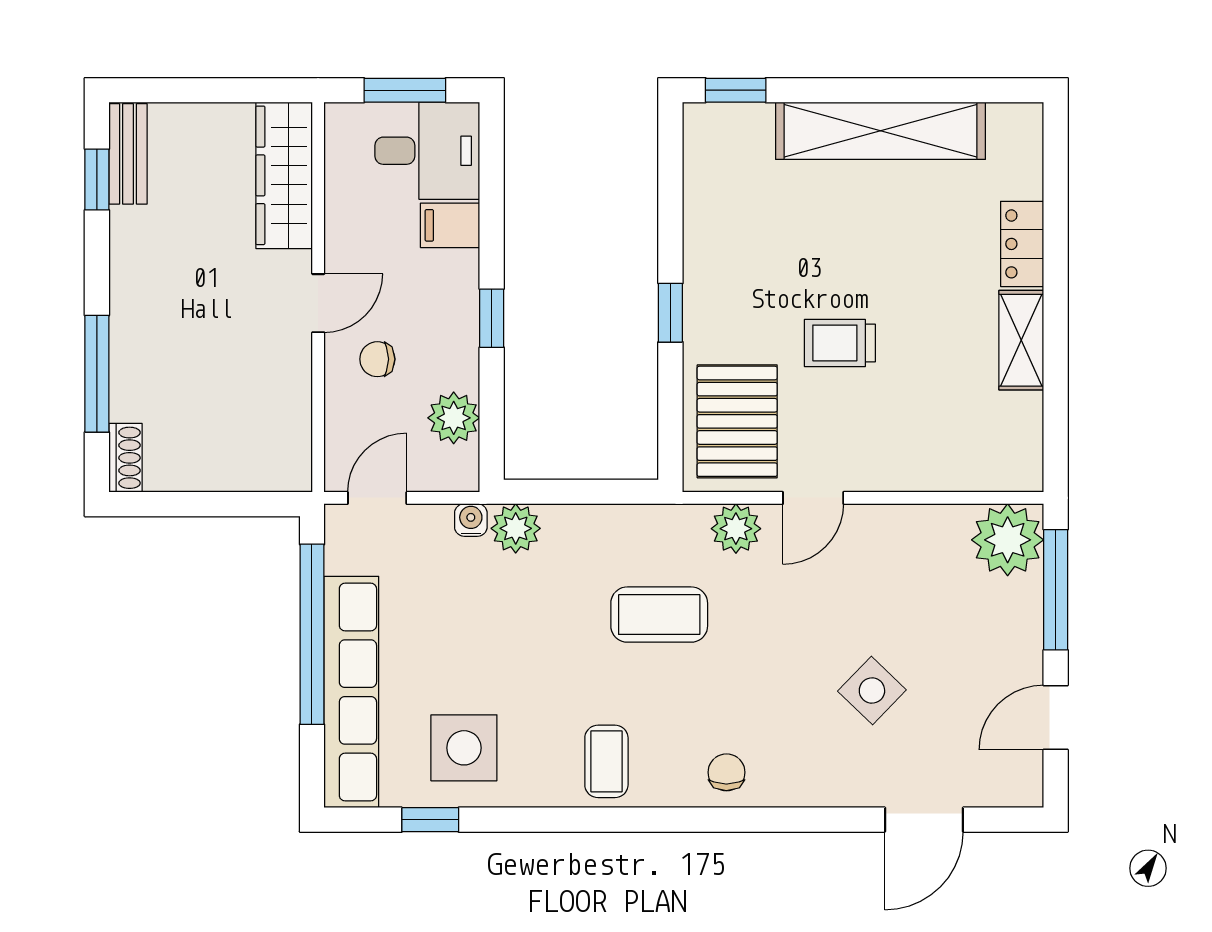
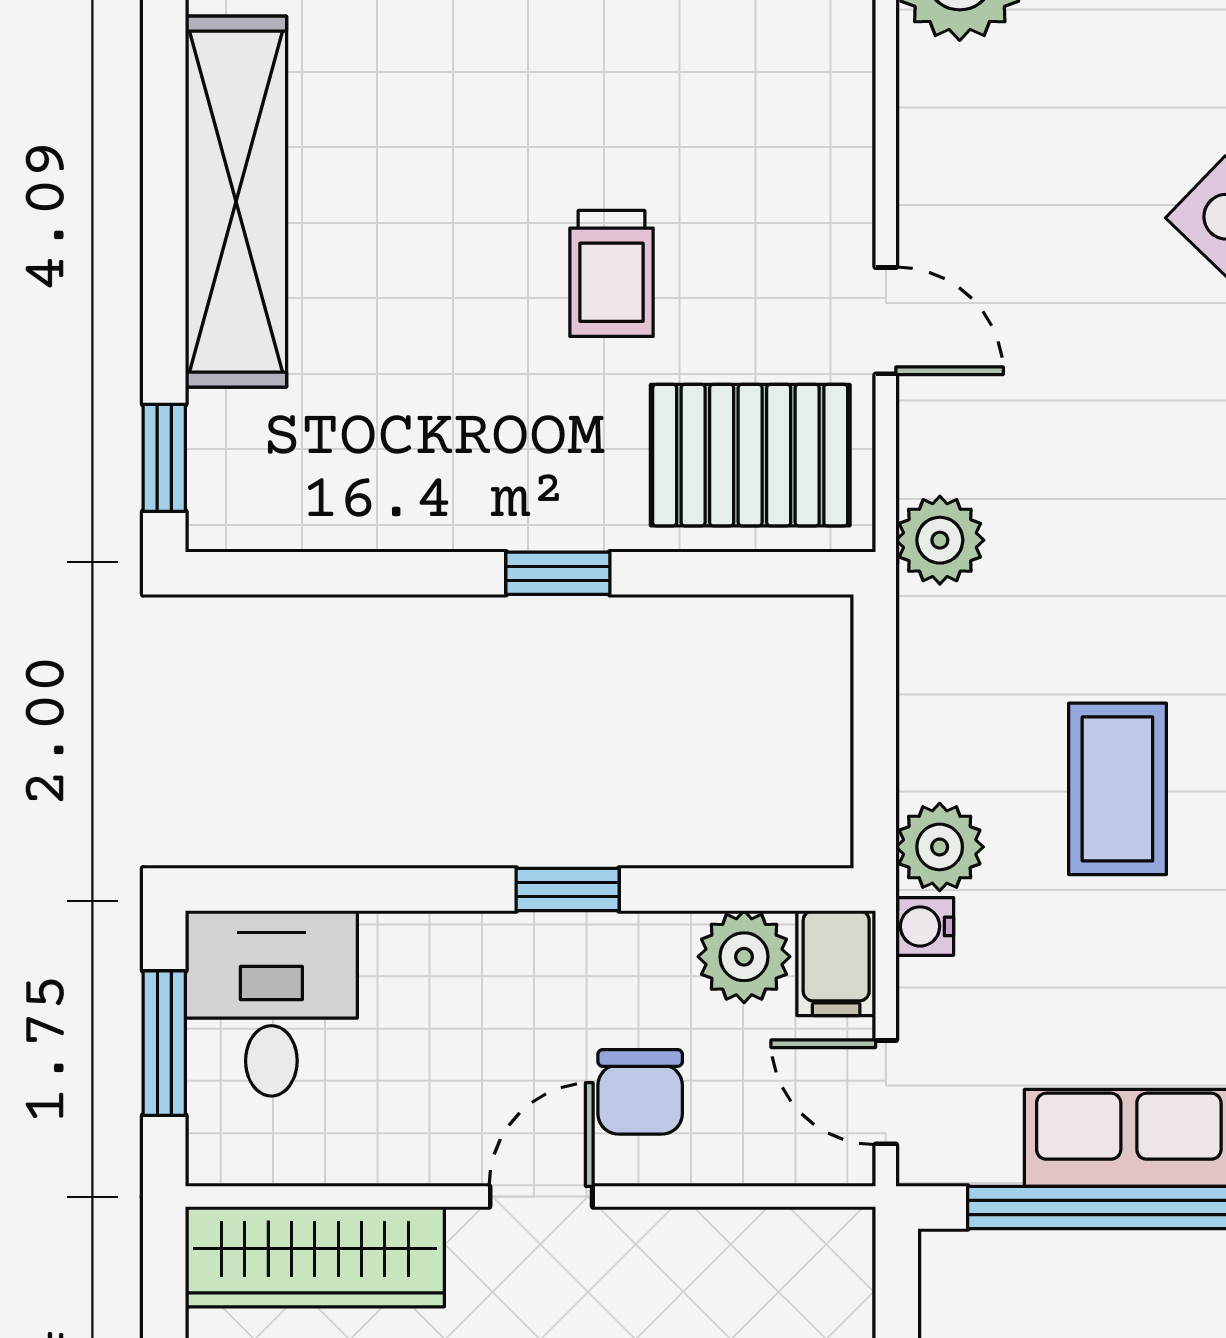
filing cabinet: (450, 225) -> (836, 963), moved
door: (318, 303) -> (541, 1197), hinge flipped
chair: (377, 359) -> (640, 1092), width x1.37, depth x1.37
plant: (736, 529) -> (940, 540), moved
coffee table: (659, 615) -> (1117, 789), moved

